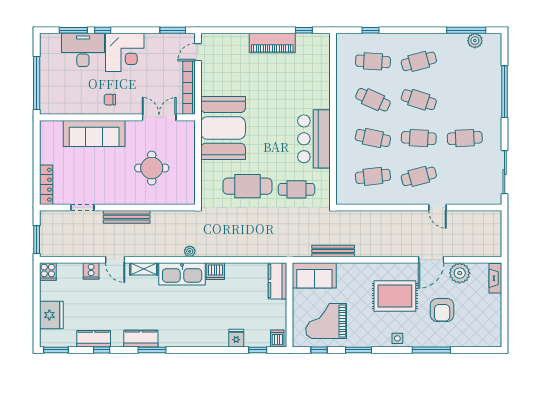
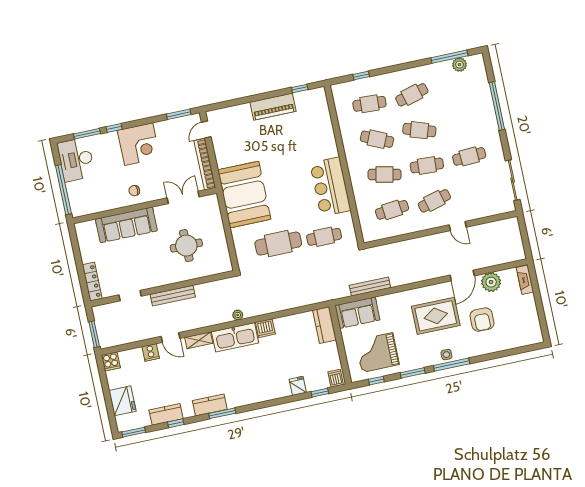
desk: (83, 50) -> (76, 160), moved, turned -90
window: (431, 350) -> (452, 365), moved

